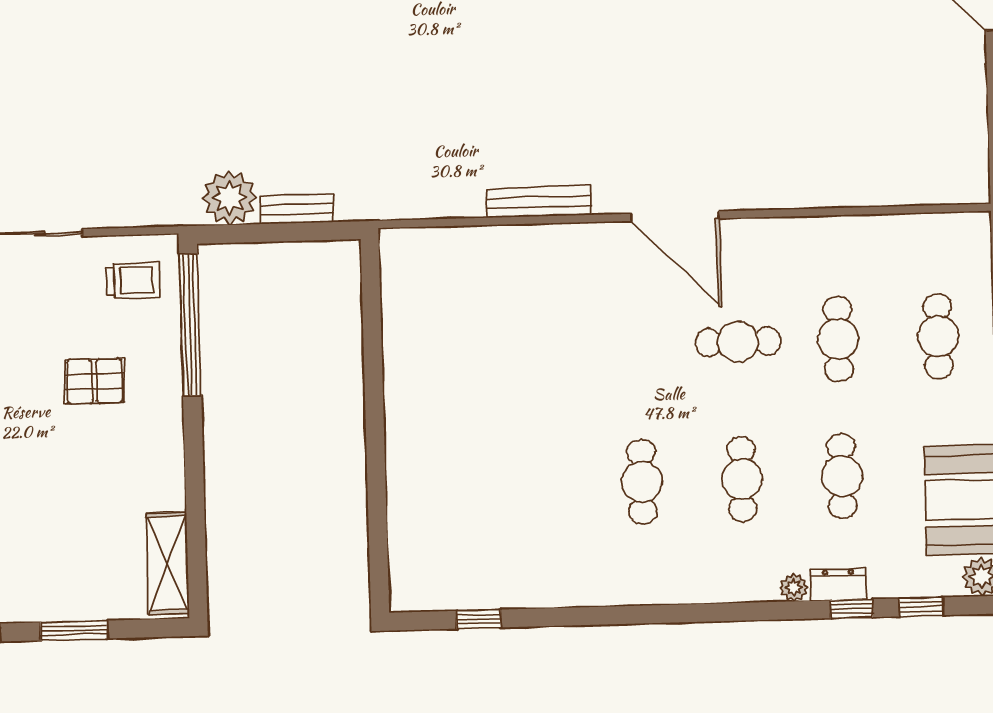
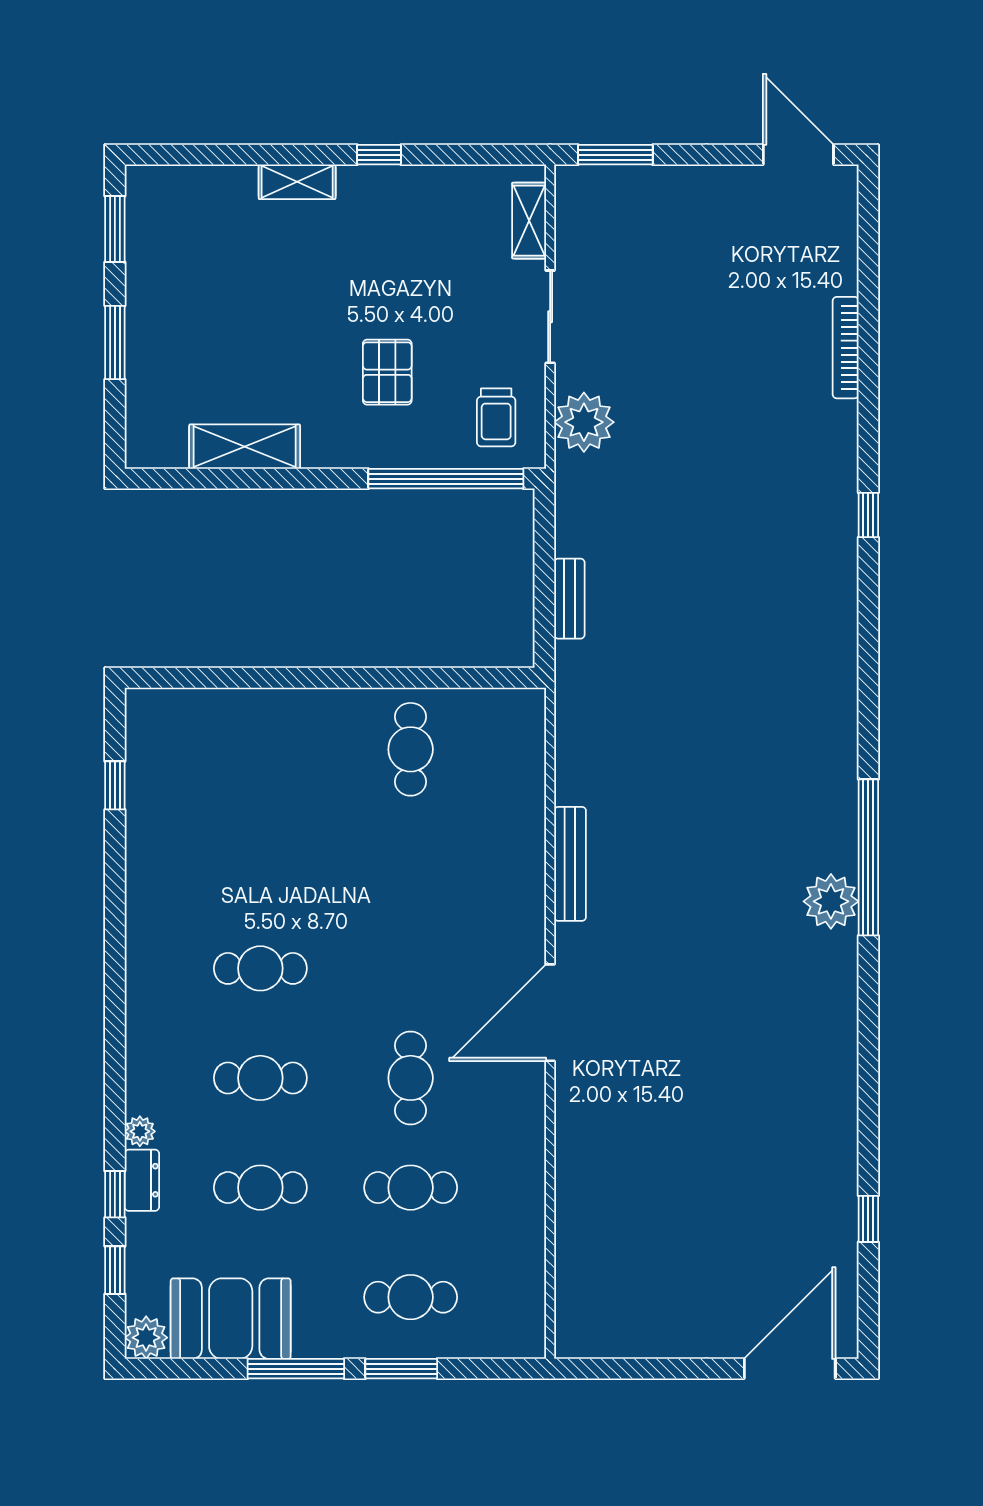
plant: (229, 198) -> (584, 422), moved
cafe table: (438, 350) -> (411, 749), added
shelving: (168, 563) -> (245, 447), moved

